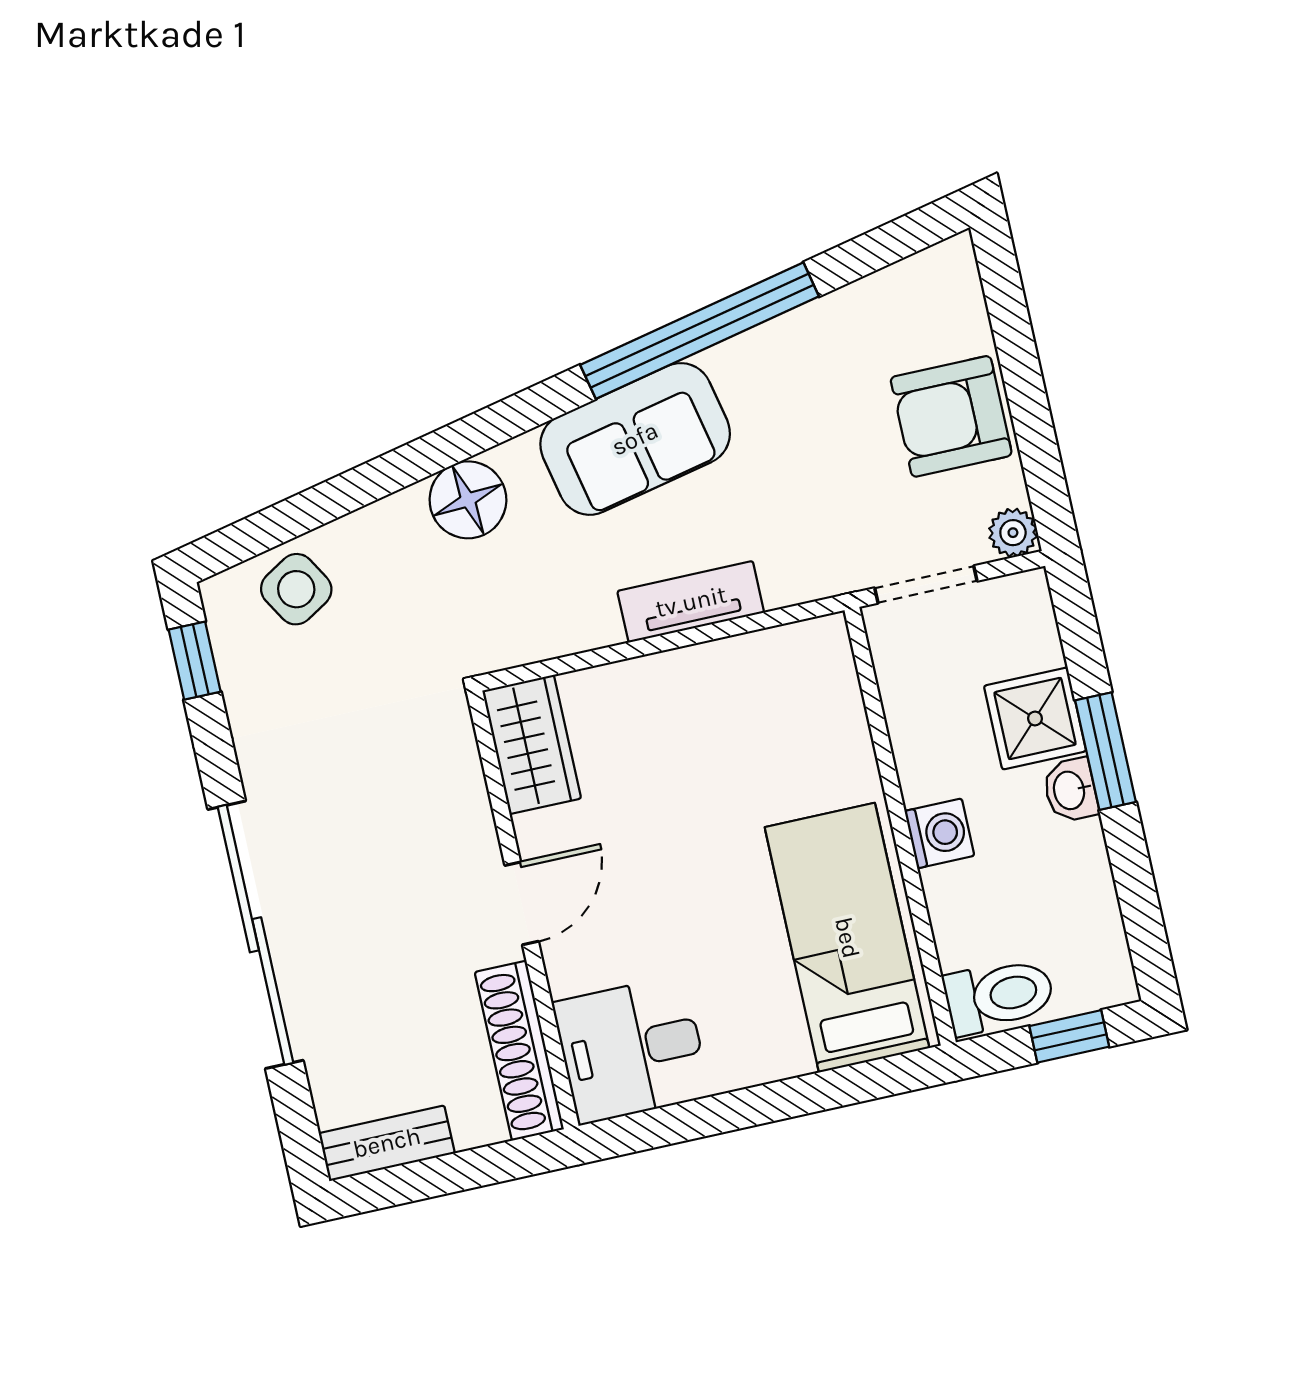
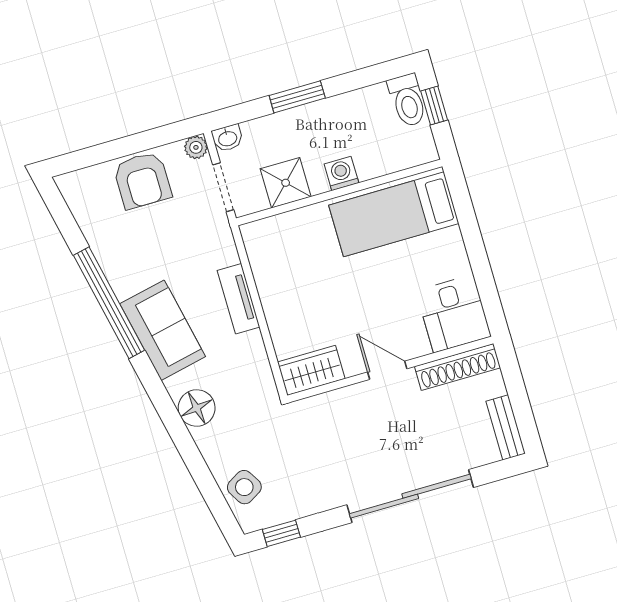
shower: (1035, 718) -> (286, 183), moved
washbasin: (1070, 790) -> (227, 138), moved
toilet: (999, 996) -> (408, 100), moved, turned 180

